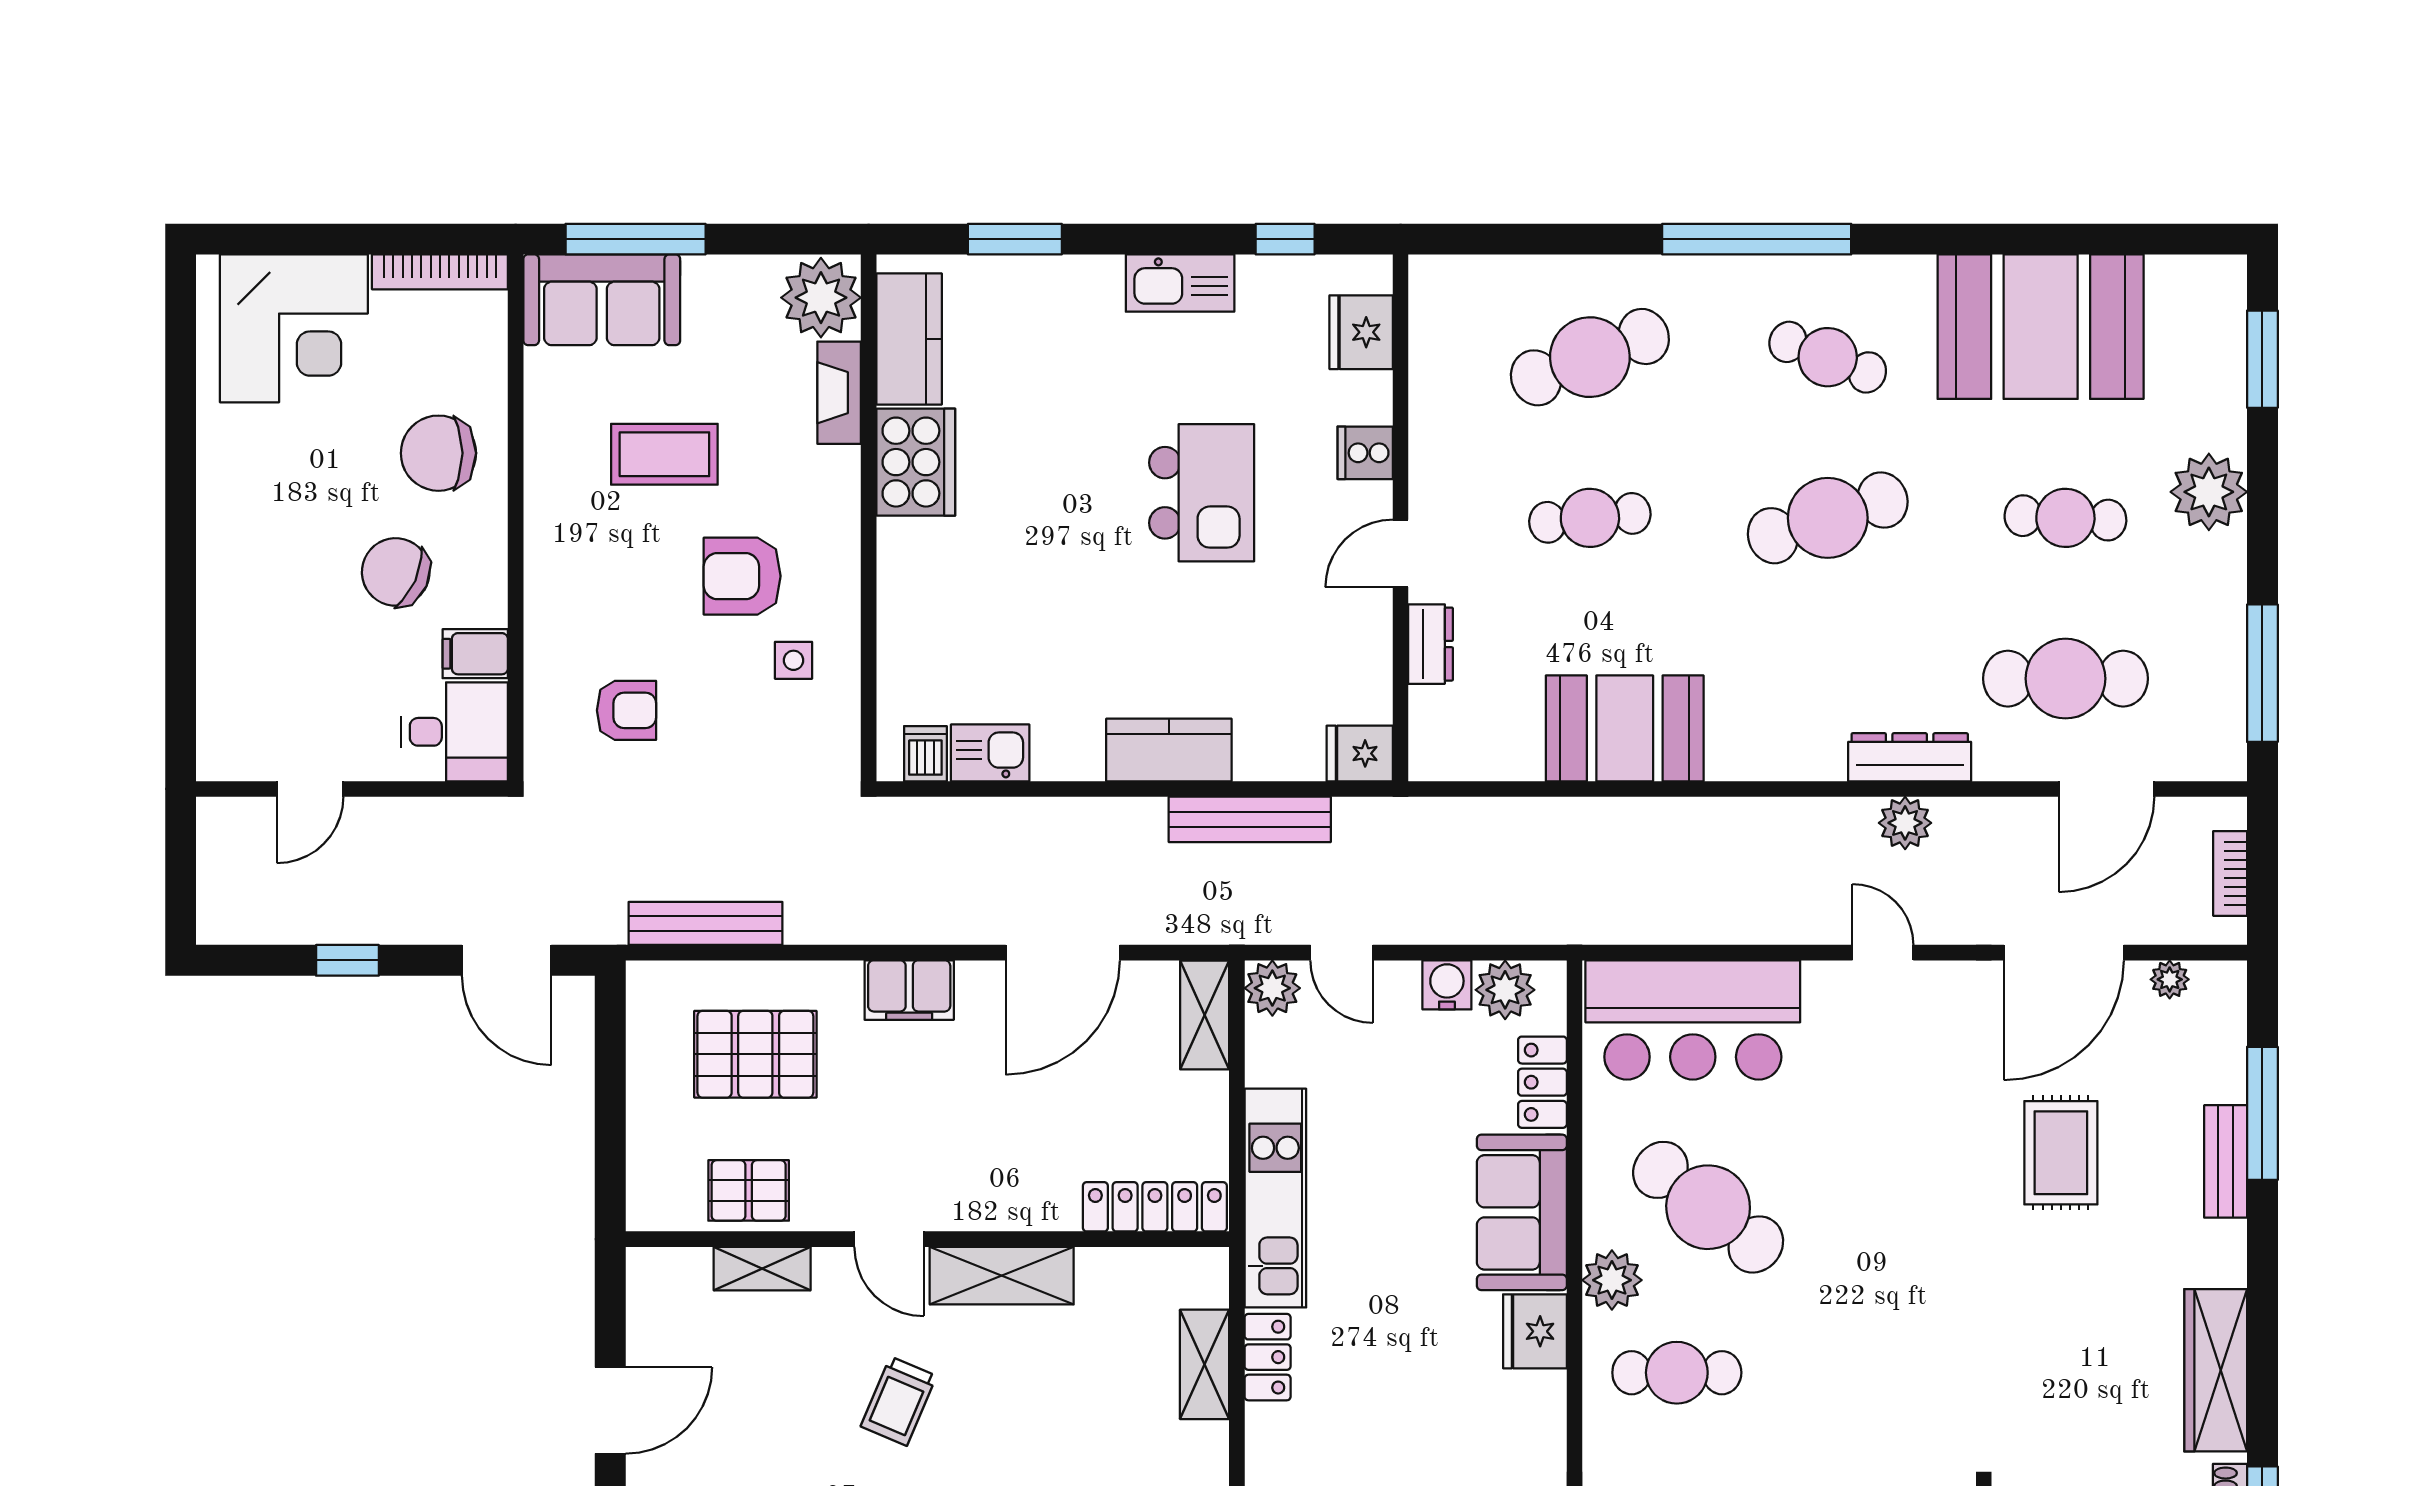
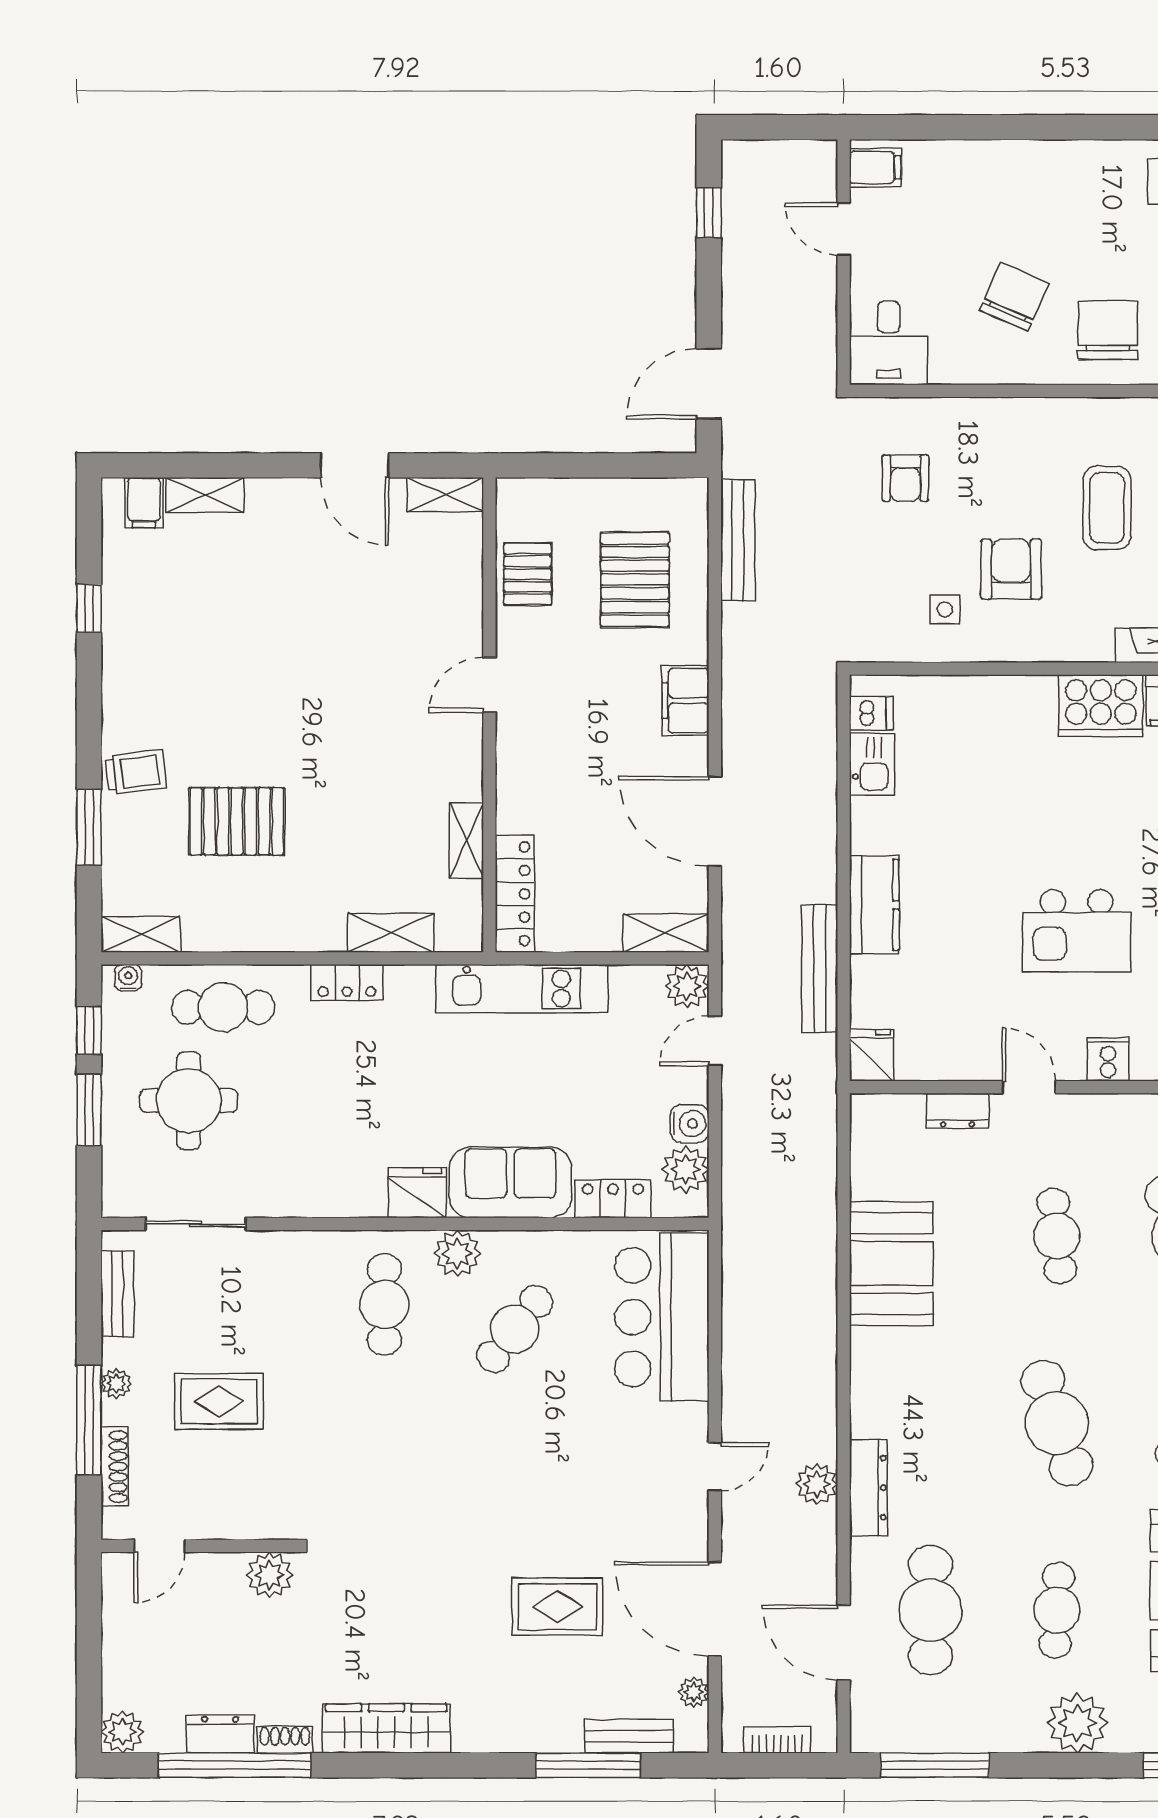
filing cabinet: (475, 654) -> (875, 167), moved, turned 90
window: (347, 960) -> (709, 213), moved
bench: (2226, 1161) -> (629, 1736), moved
cafe table: (1708, 1207) -> (515, 1329), width x0.73, depth x0.74
shelving: (762, 1269) -> (445, 495), moved, turned 90
shelving: (1002, 1276) -> (466, 841), moved, width x0.67, depth x0.75
locker: (1268, 1357) -> (347, 983), moved
trolley: (899, 1401) -> (362, 692), removed

